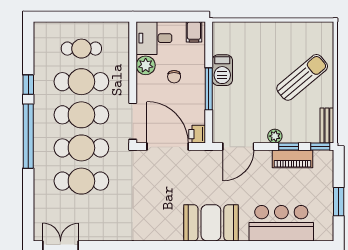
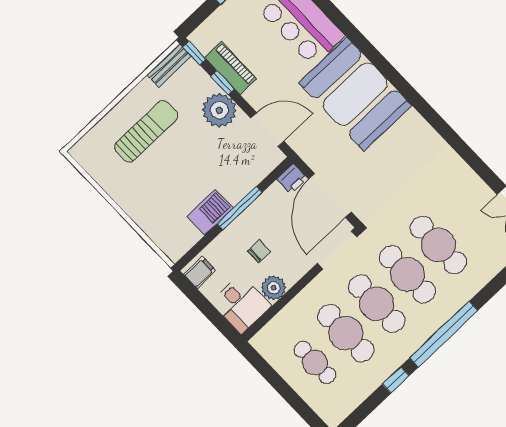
sun lounger: (302, 77) -> (146, 131), turned 130
plant: (275, 136) -> (219, 110), width x1.88, depth x1.88
booth: (211, 223) -> (355, 94), width x1.36, depth x1.42

